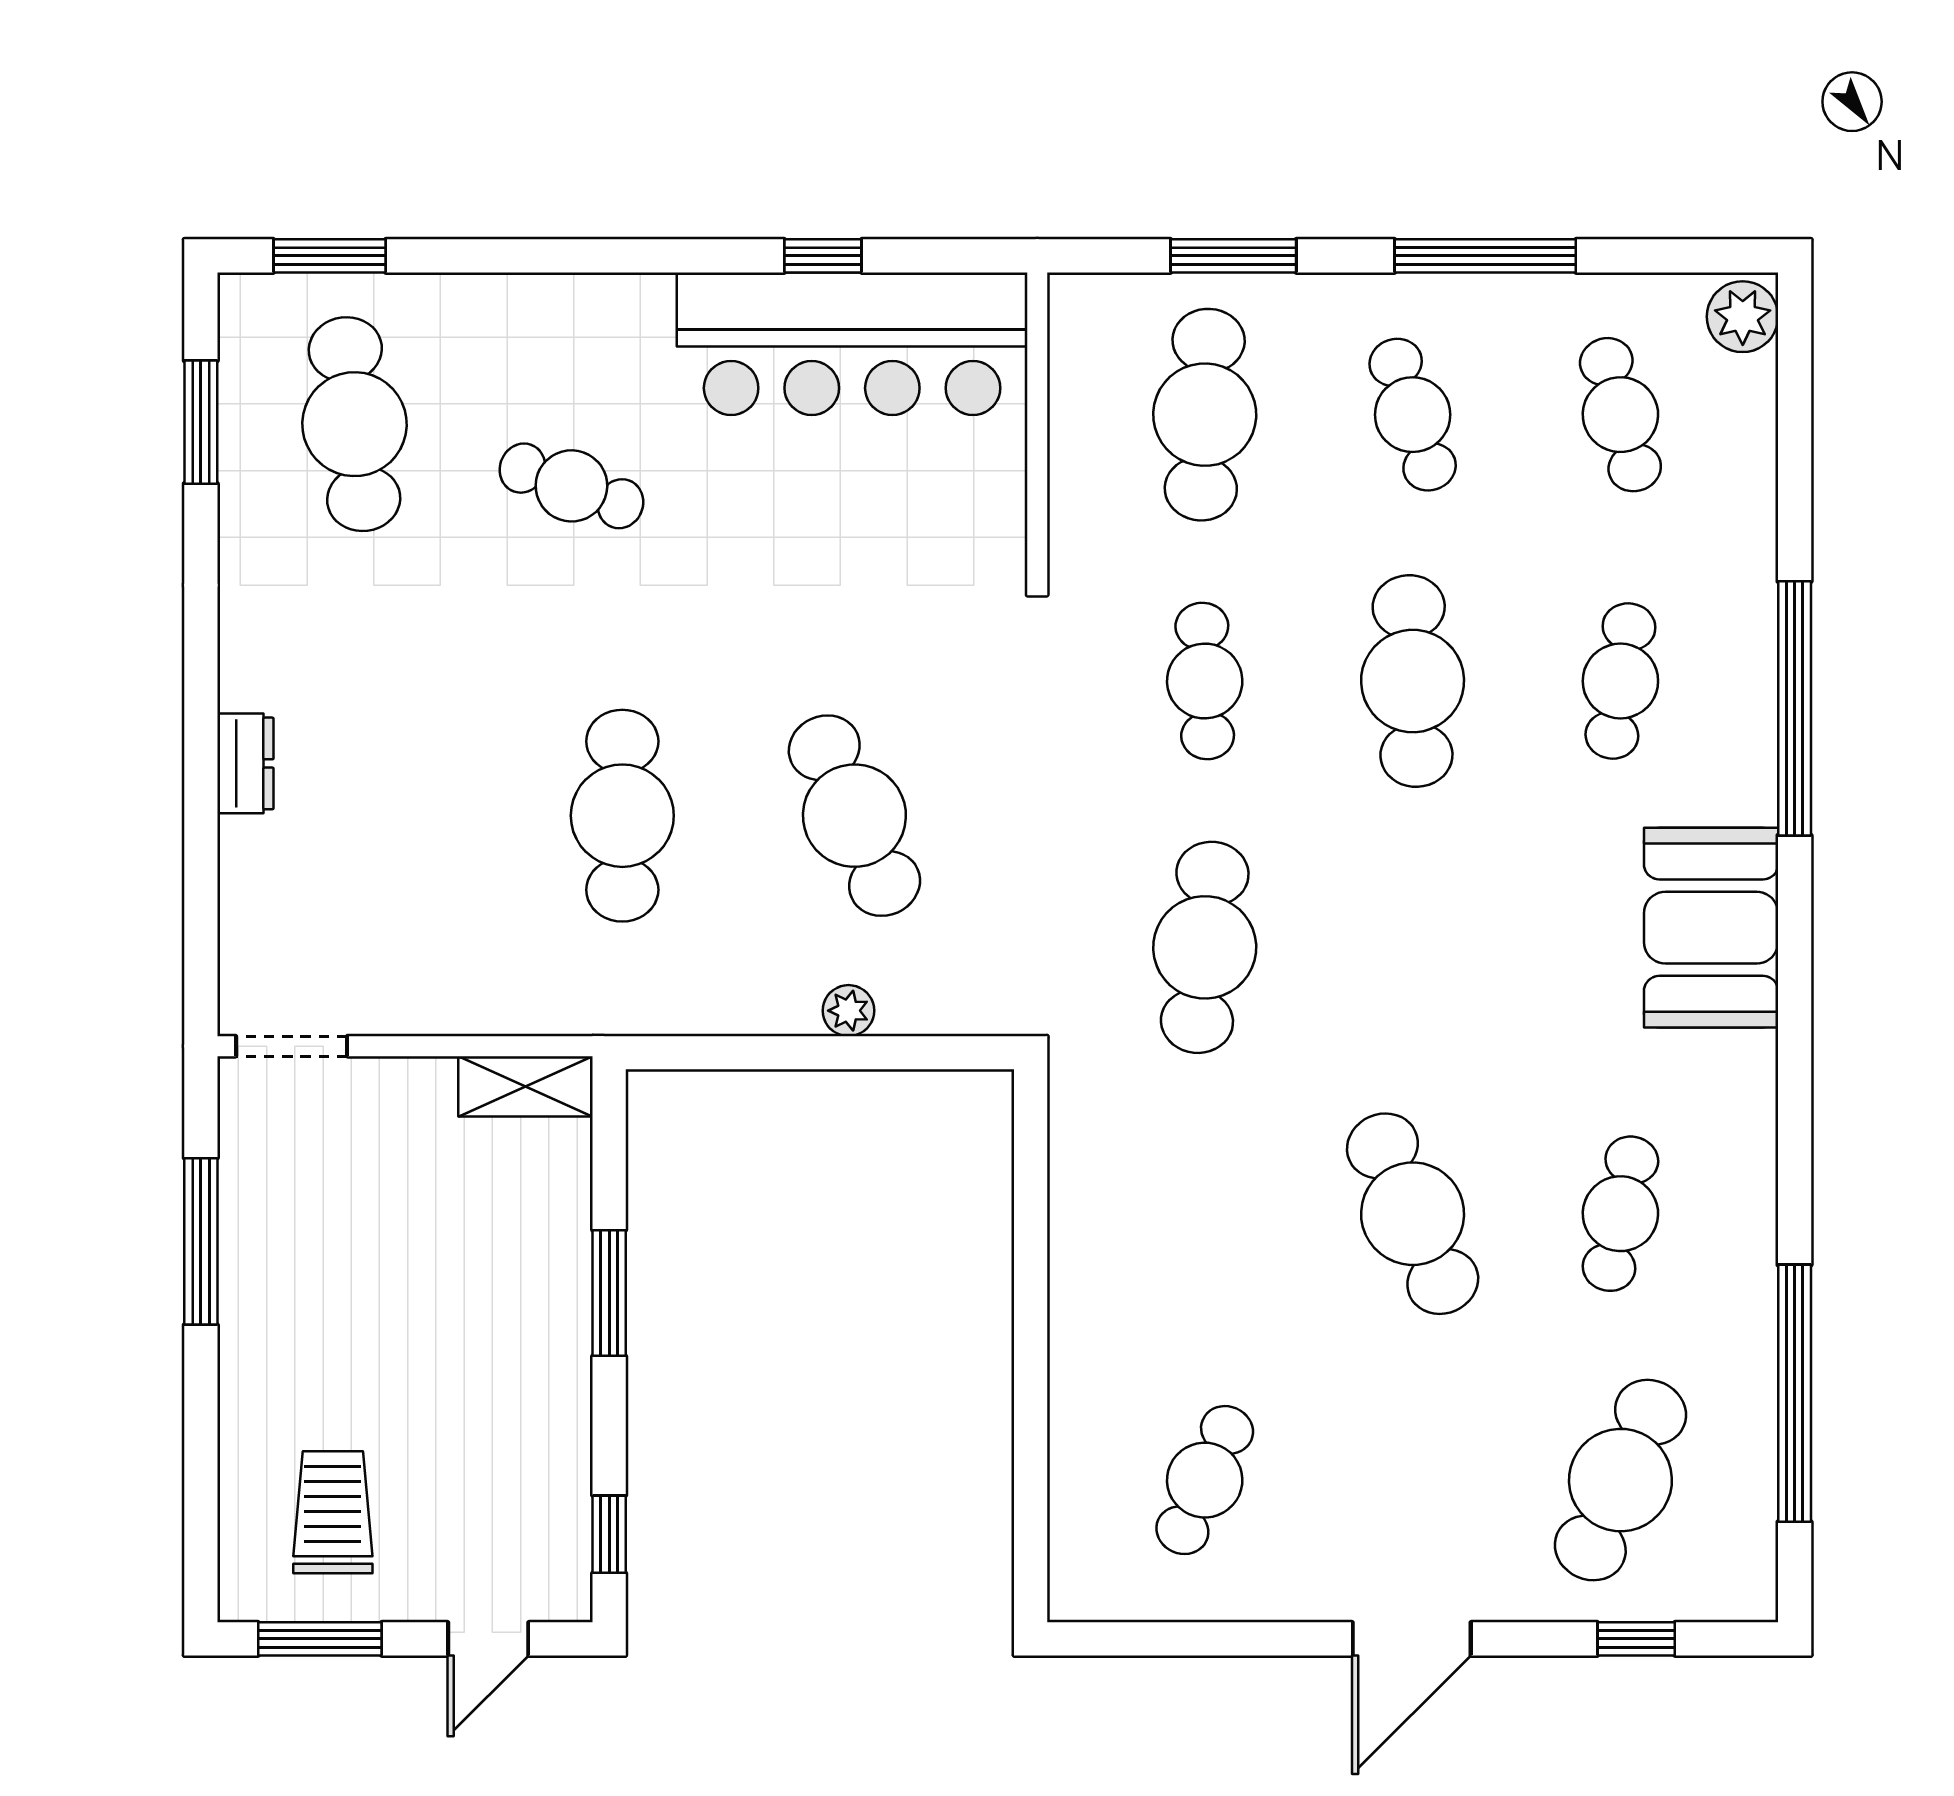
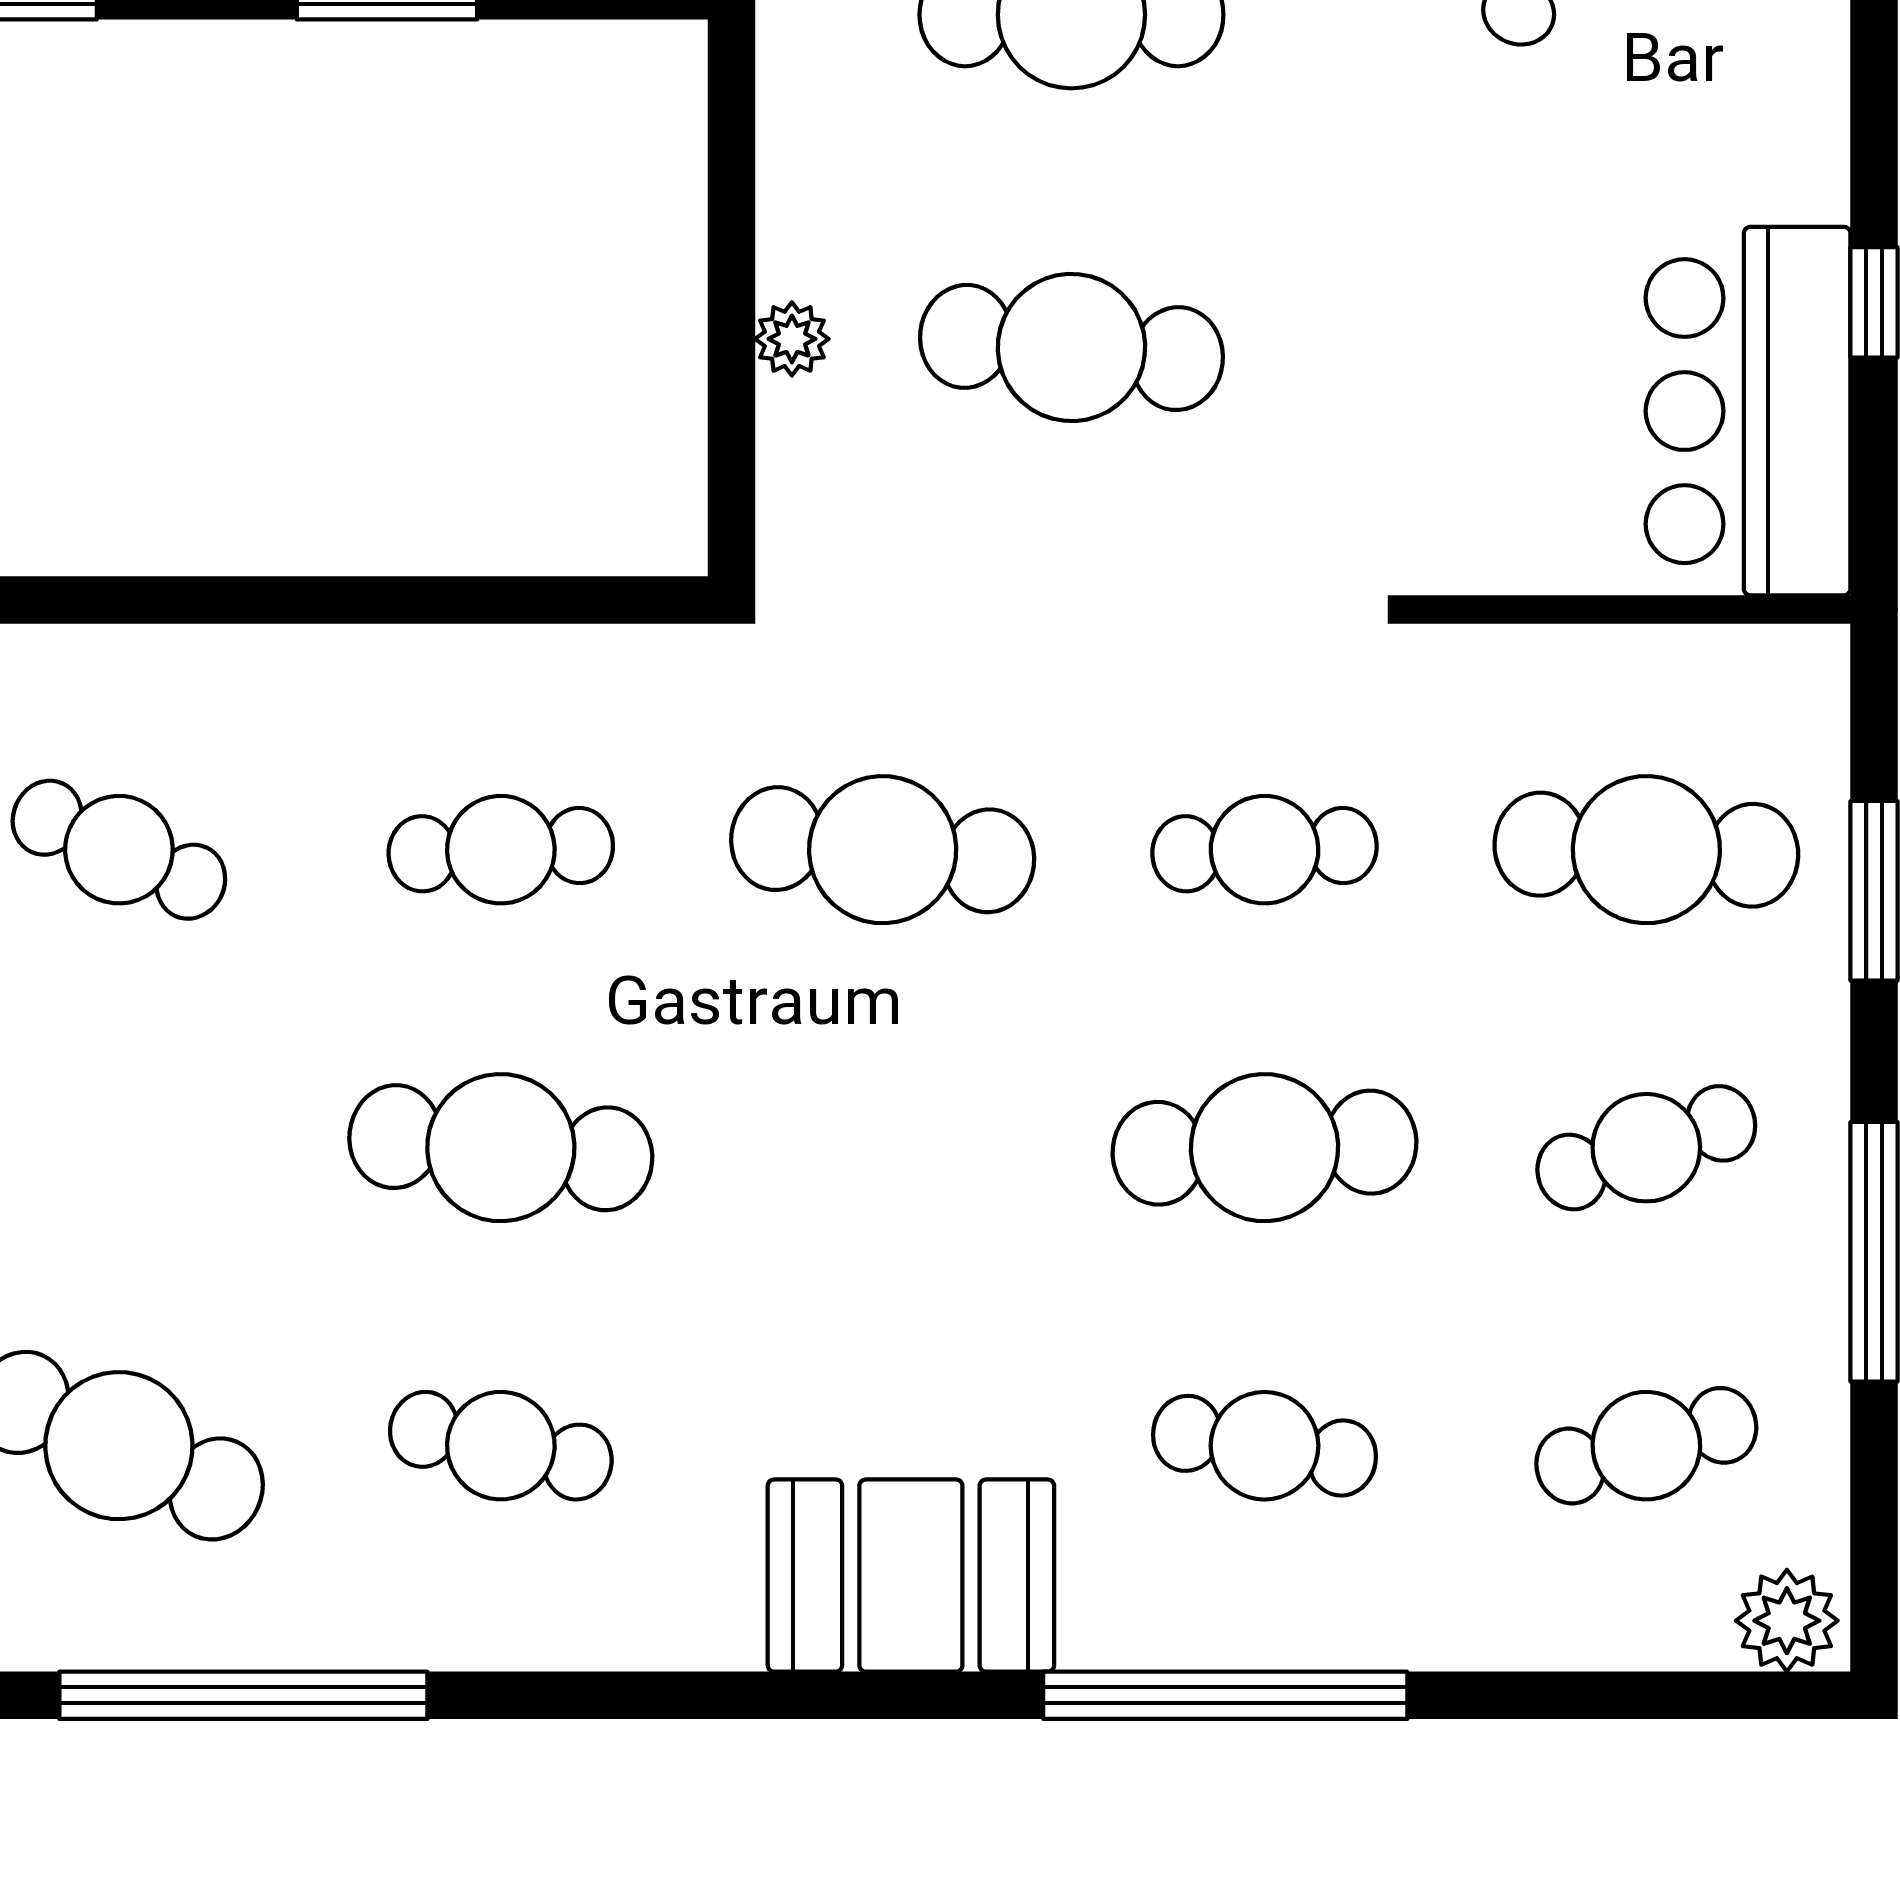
bar counter: (852, 344) -> (1748, 411), width x0.73
cafe table: (854, 816) -> (1071, 347), turned 30
cafe table: (1205, 1214) -> (501, 850), added
cafe table: (1413, 1214) -> (501, 1148), turned 30

